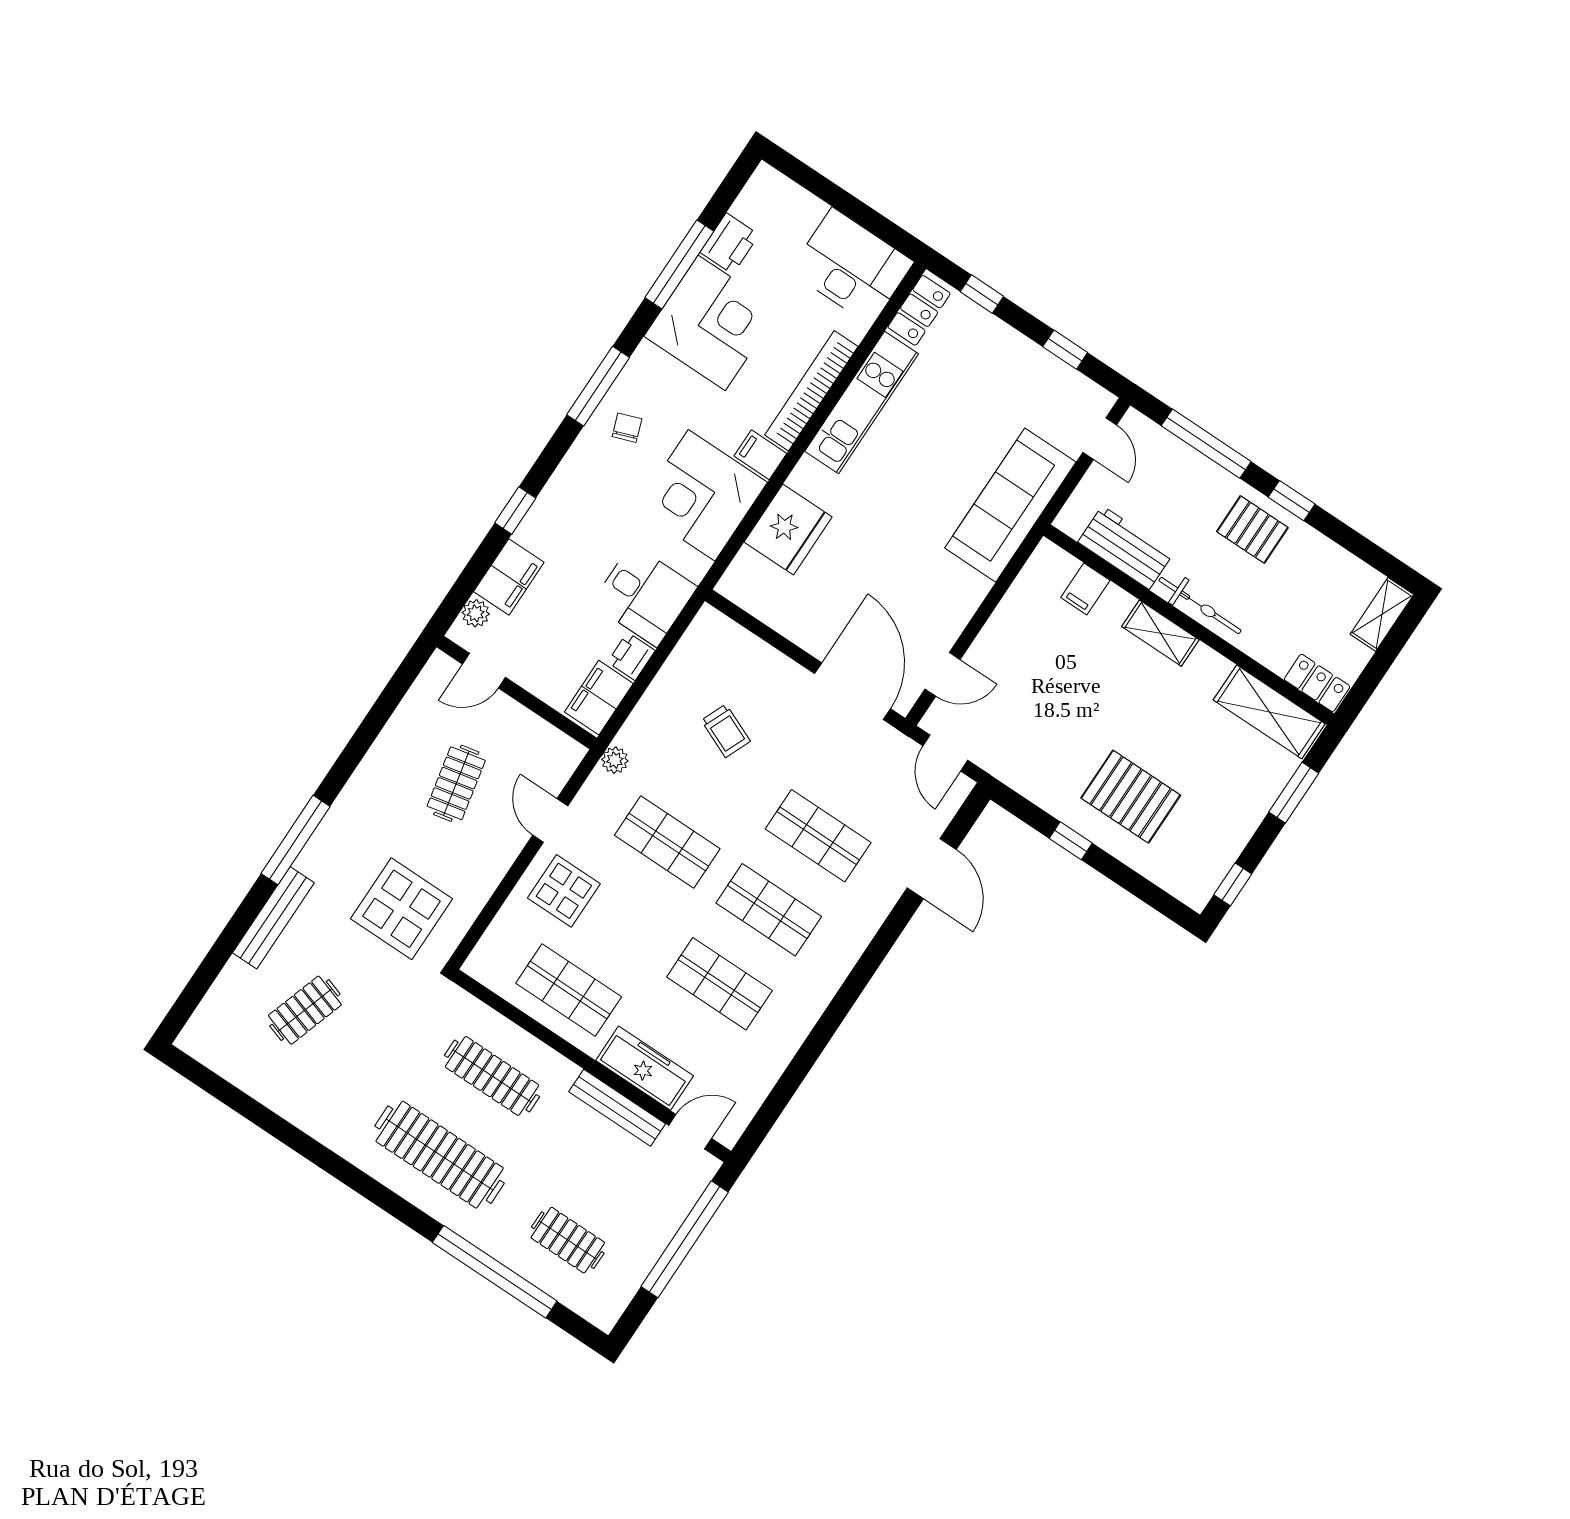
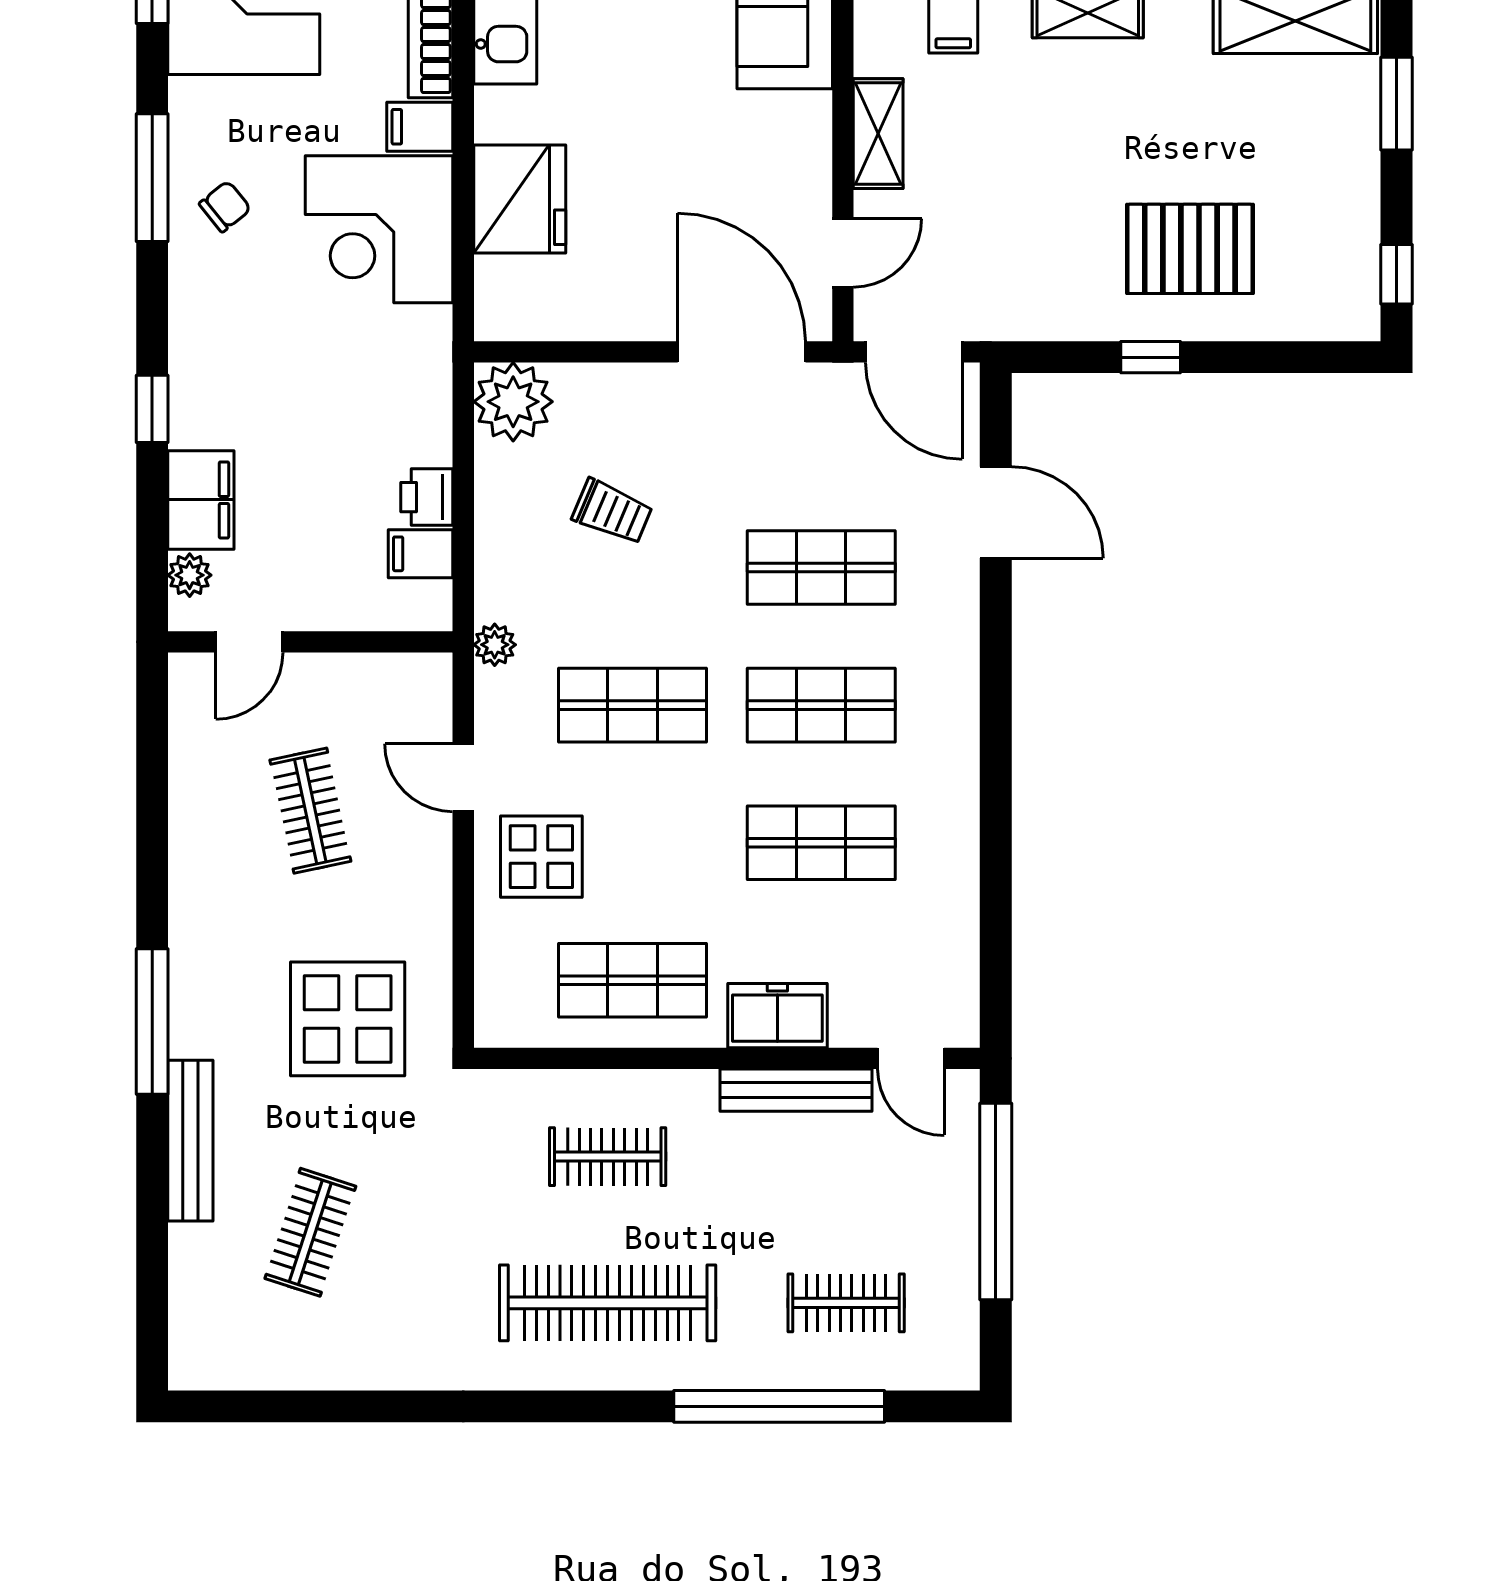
chair: (627, 428) -> (225, 206), turned 71
desk: (644, 595) -> (391, 407), removed
shelving: (1004, 623) -> (878, 134), added
plant: (712, 636) -> (513, 402), added
filing cabinet: (599, 698) -> (421, 554), width x0.50
door: (945, 753) -> (914, 352), width x1.38
freezer: (645, 1068) -> (777, 1016), width x0.71
clothes rail: (492, 1076) -> (608, 1157), width x0.73
door: (690, 1132) -> (911, 1058), swing flipped

